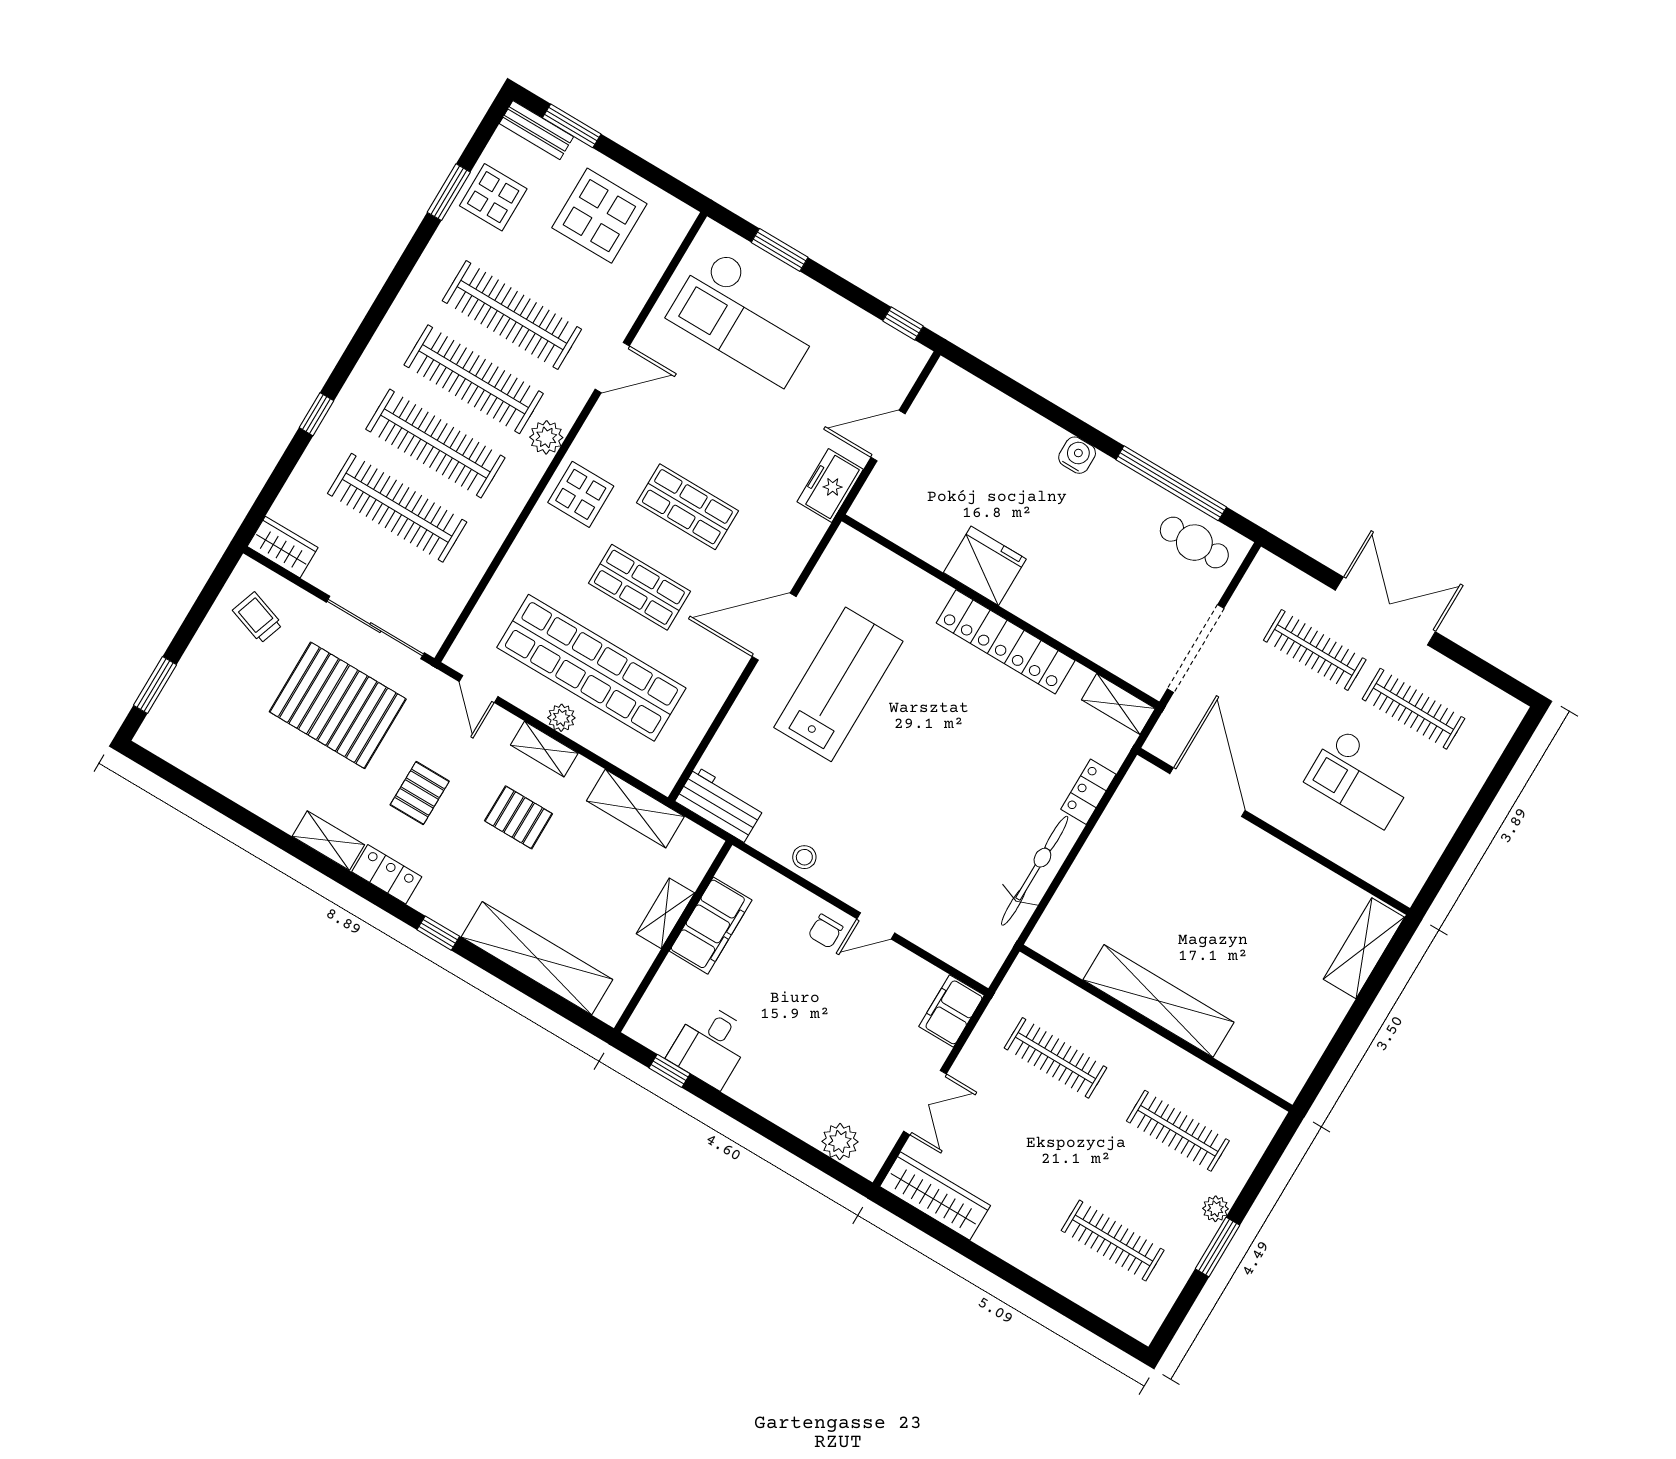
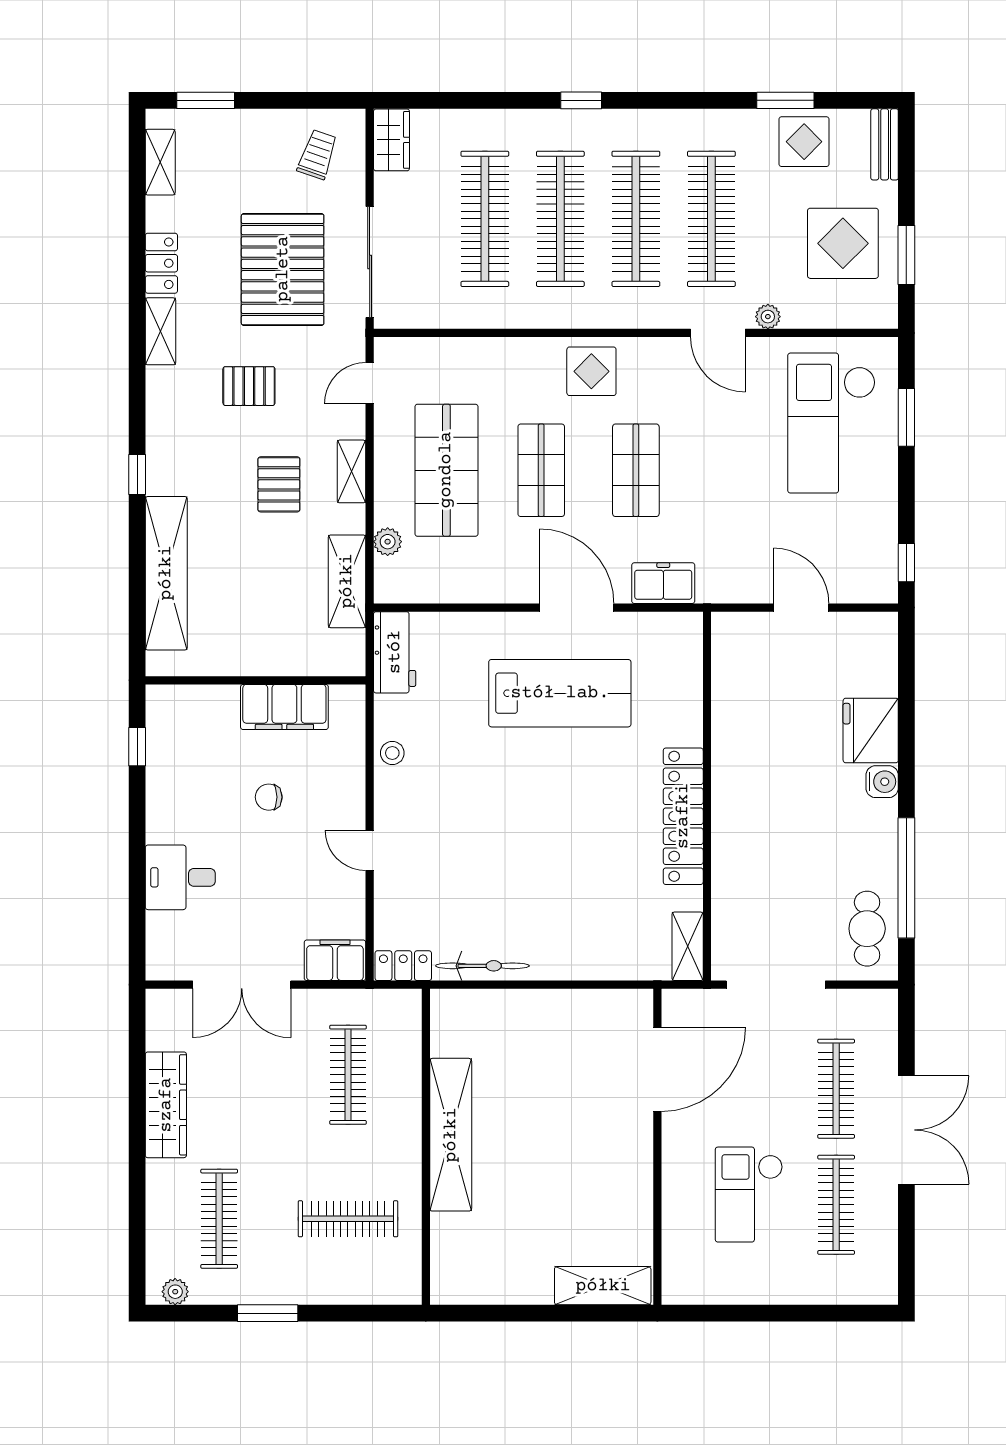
window: (572, 126) -> (906, 255), moved
window: (316, 414) -> (581, 100), moved
plant: (546, 437) -> (768, 317), moved, width x0.73, depth x0.73
freezer: (830, 486) -> (663, 583), moved
fridge: (985, 566) -> (871, 731), moved, turned 180
shop shelf: (591, 668) -> (446, 470), width x0.71
plant: (561, 718) -> (388, 542), moved
locker: (1088, 792) -> (403, 966), moved
bicycle: (1035, 871) -> (482, 966), width x0.73, depth x0.71
locker: (387, 874) -> (161, 263), moved
shelving: (665, 913) -> (160, 162), moved, turned 90
chair: (826, 931) -> (269, 797), moved
desk: (710, 1045) -> (180, 877), moved
double door: (925, 1103) -> (242, 985), width x1.37
clothes rail: (1178, 1131) -> (348, 1219), turned 90
plant: (840, 1142) -> (164, 931), removed
wardrobe: (935, 1196) -> (166, 1105), moved
plant: (1216, 1209) -> (175, 1292), moved

